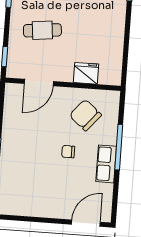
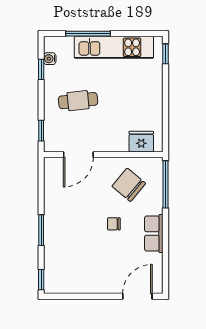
fridge: (86, 73) -> (141, 142), moved
window: (119, 147) -> (166, 184), moved

